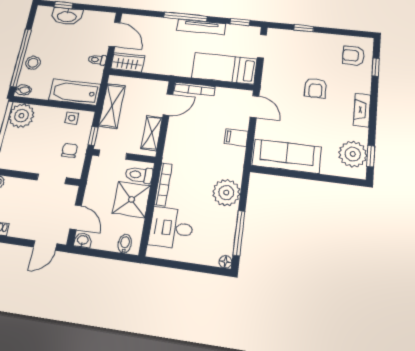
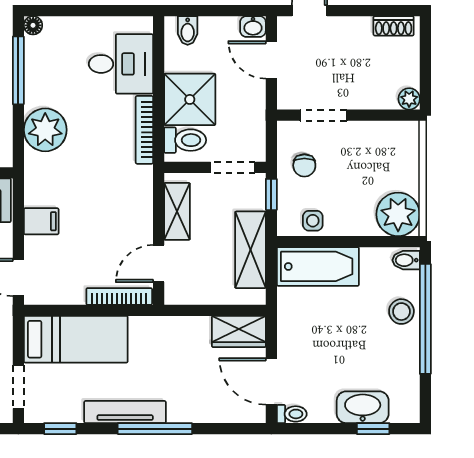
toilet: (97, 60) -> (292, 414), moved

